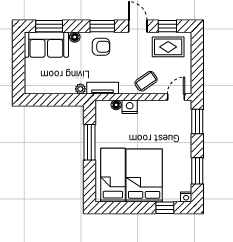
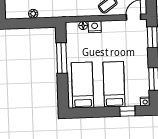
tv unit: (103, 88) -> (71, 12), removed
plant: (80, 89) -> (33, 14), moved
bed: (144, 175) -> (114, 84), width x0.67

